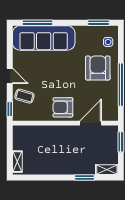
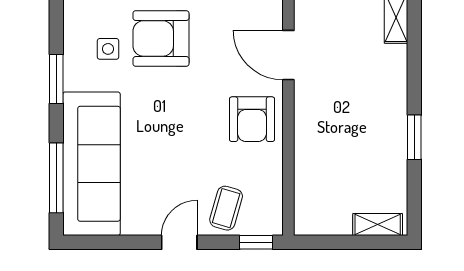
window: (99, 23) -> (56, 79), moved
side table: (108, 42) -> (108, 49), moved
window: (85, 177) -> (414, 137), moved

